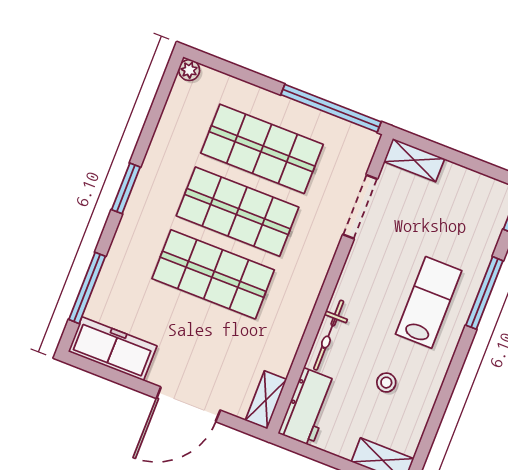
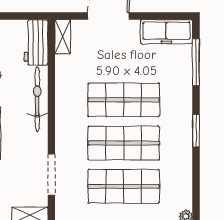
bicycle: (329, 335) -> (37, 99), width x1.37, depth x1.40

